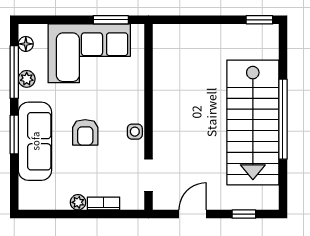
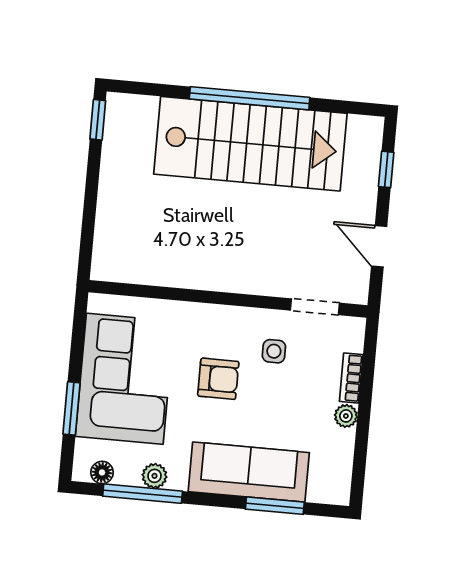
window: (111, 20) -> (71, 408), moved
armchair: (85, 132) -> (218, 379), moved
side table: (135, 132) -> (274, 351), moved
window: (14, 135) -> (275, 506), moved

